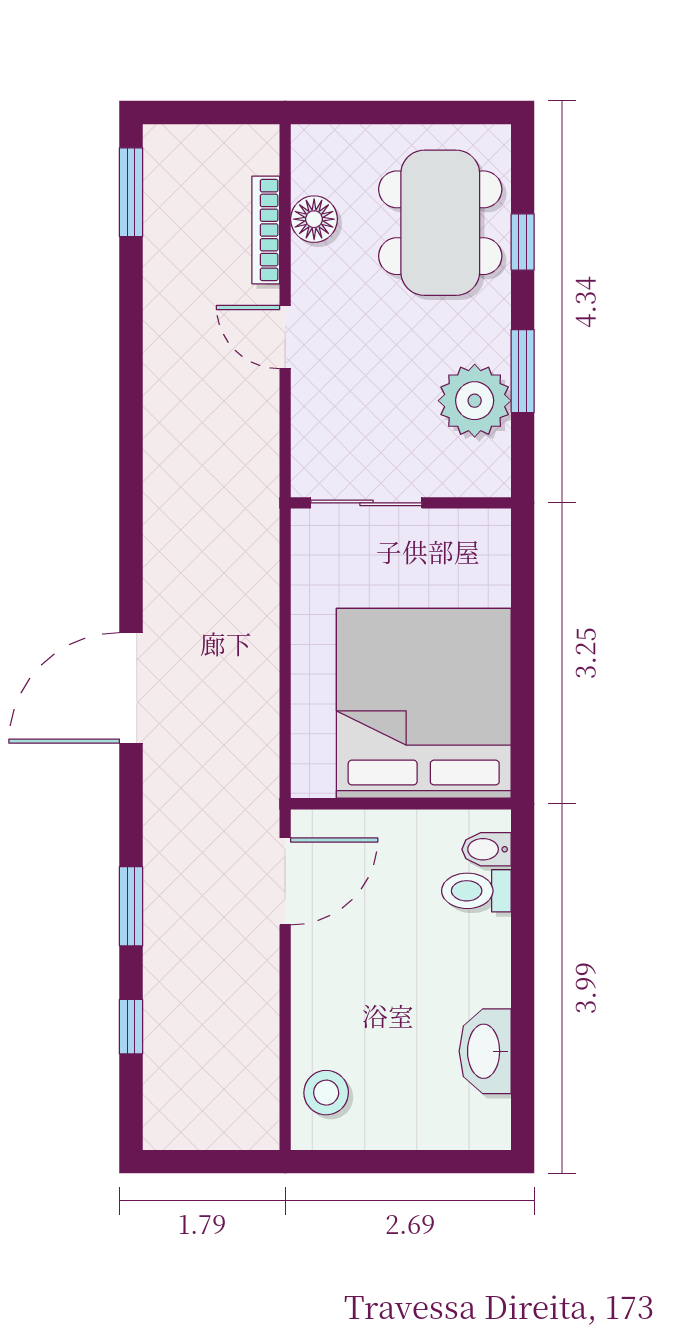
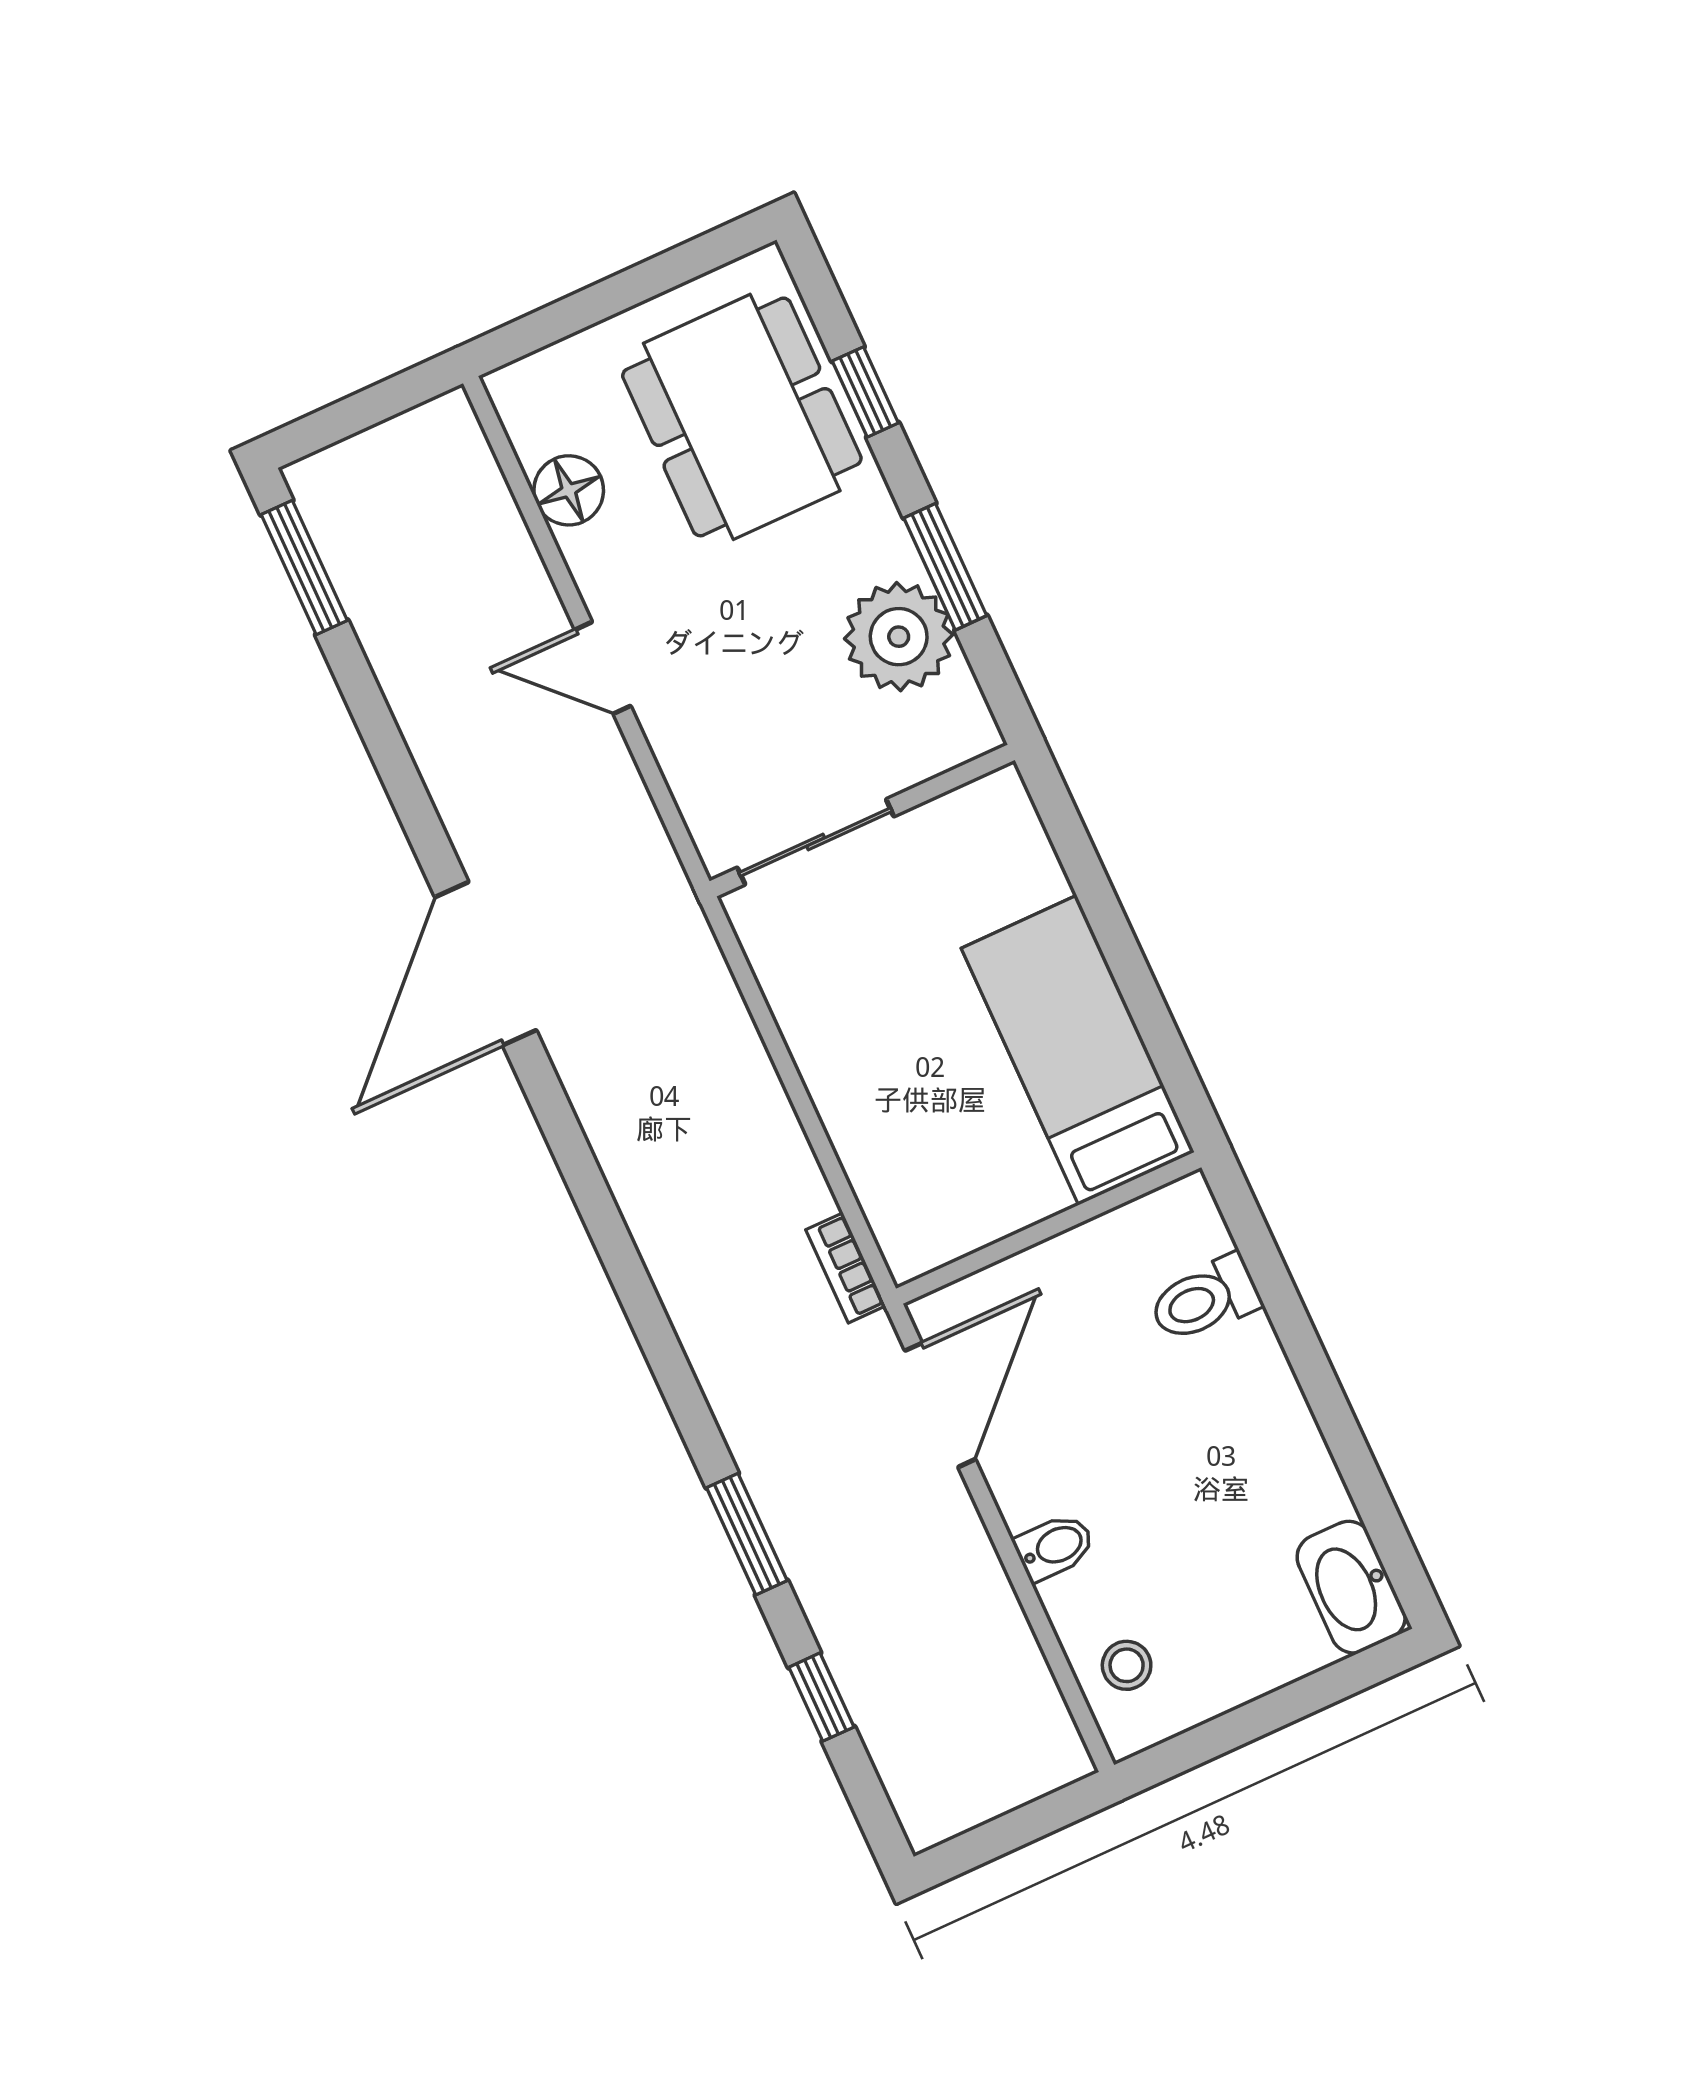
bookcase: (266, 230) -> (846, 1268), moved, width x0.64
door: (131, 688) -> (486, 964), moved
bed: (424, 703) -> (1078, 1050), width x0.49
bidet: (486, 849) -> (1055, 1547), moved, turned 180
washbasin: (485, 1051) -> (1351, 1587), moved
stool: (326, 1093) -> (1127, 1665), width x0.73, depth x0.73

